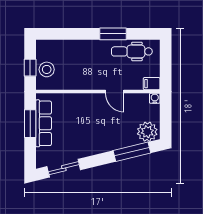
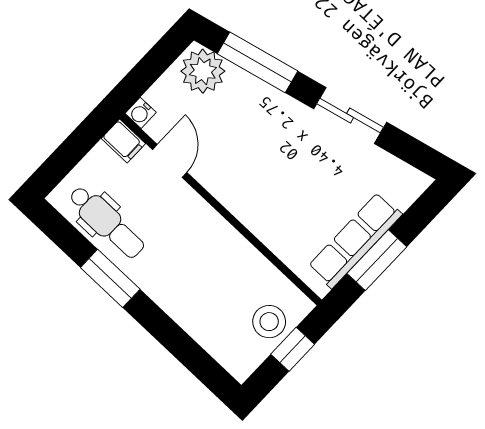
door: (115, 91) -> (170, 161), moved
sliding door: (64, 168) -> (350, 116), moved

